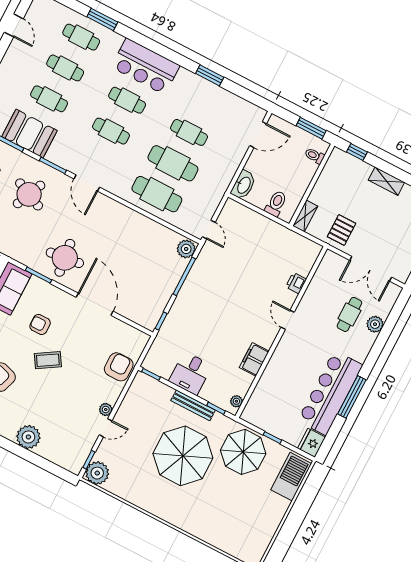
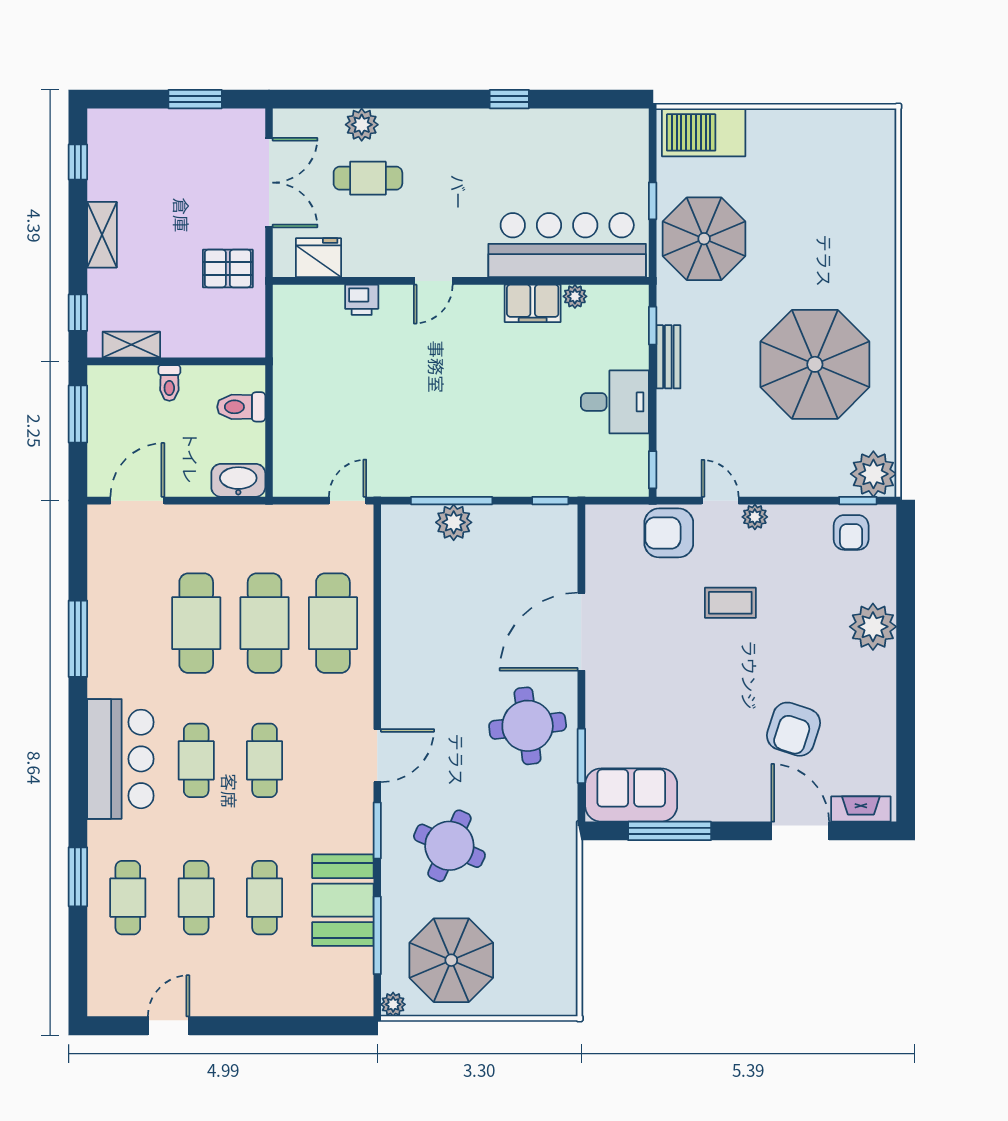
window: (210, 75) -> (78, 639), width x1.44
cafe table: (189, 132) -> (196, 623), width x1.37, depth x1.35
door: (258, 135) -> (137, 501), hinge flipped
toilet: (315, 156) -> (169, 383), moved
shelving: (305, 216) -> (131, 345), moved
plant: (186, 249) -> (454, 522), moved
armchair: (40, 325) -> (851, 532), moved
coffee table: (48, 360) -> (730, 603), moved, turned -58
bar counter: (330, 393) -> (567, 245), moved, turned 180
window: (352, 397) -> (509, 99), width x0.46
plant: (236, 401) -> (575, 296), moved
bench: (193, 405) -> (668, 357), width x0.73
door: (106, 428) -> (720, 501), moved
fridge: (311, 443) -> (318, 258), moved, turned 180
parasol: (183, 456) -> (815, 364), moved

